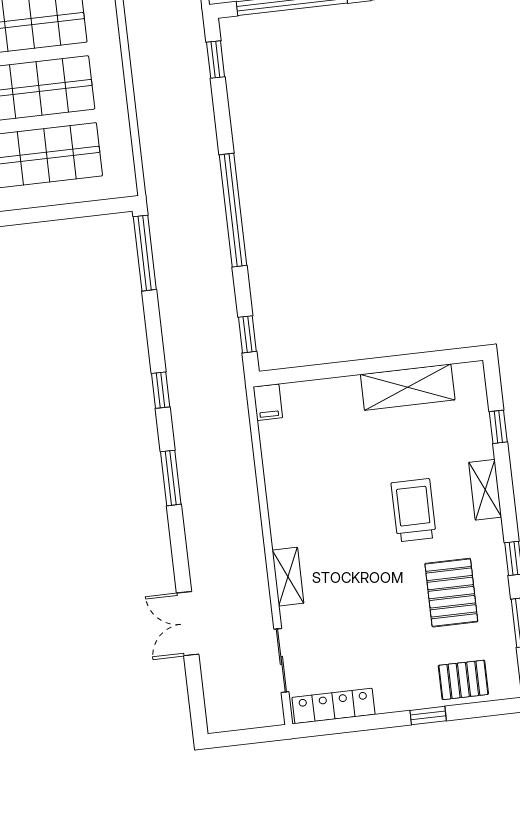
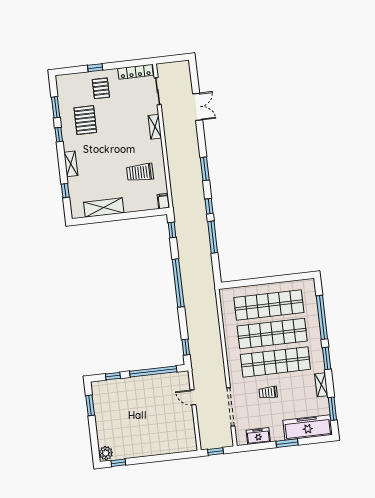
window: (145, 253) -> (213, 237), moved
trolley: (414, 510) -> (140, 172), moved, turned 90
pallet: (463, 680) -> (101, 88), moved, turned 90

